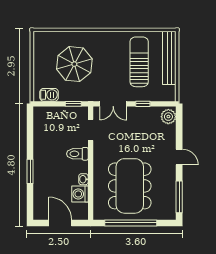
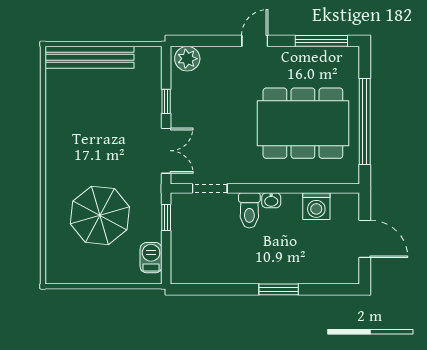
sun lounger: (139, 62) -> (96, 108), removed
washbasin: (83, 179) -> (271, 200), moved
door: (60, 223) -> (365, 239), swing flipped

